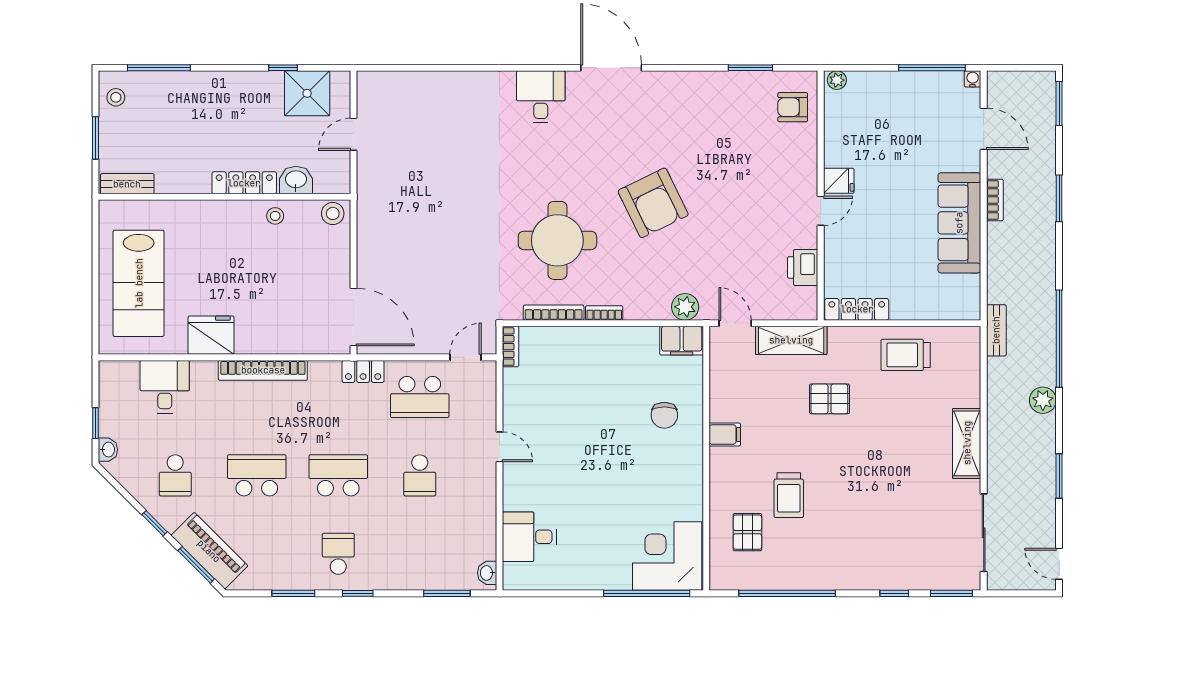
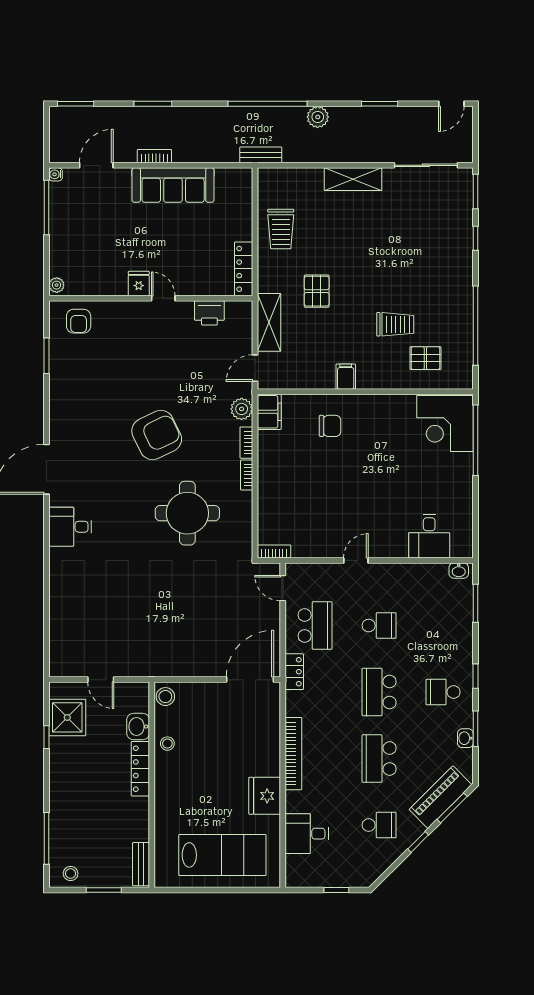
bookcase: (554, 313) -> (246, 443), moved, width x0.64
washbasin: (108, 450) -> (465, 738), moved, turned -90

